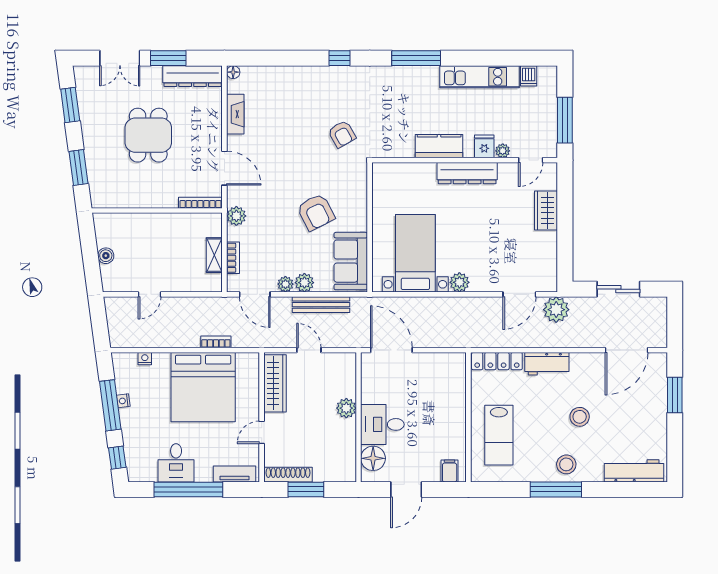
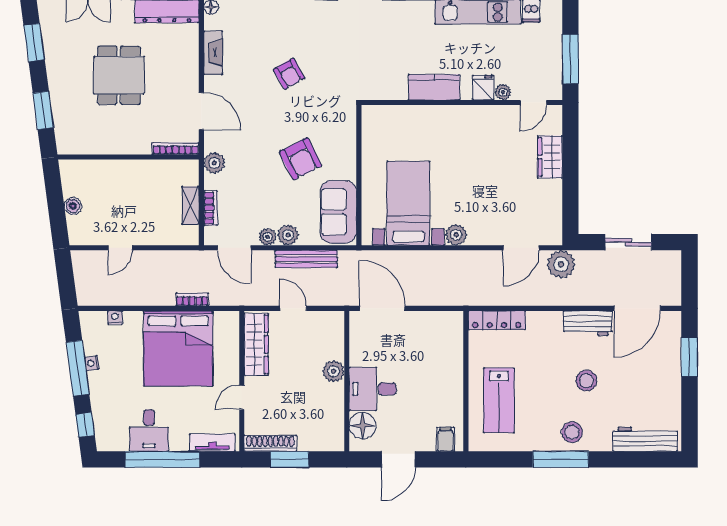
armchair: (342, 134) -> (289, 74), moved
dresser: (467, 173) -> (464, 116), removed
workbench: (547, 364) -> (588, 323), moved

